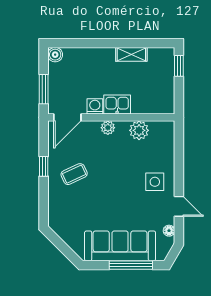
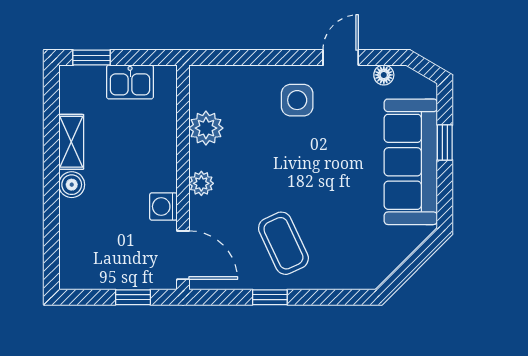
boiler: (55, 55) -> (72, 185), moved
window: (44, 89) -> (133, 297), width x0.67
kitchen sink: (117, 104) -> (130, 82), moved, turned -90
coffee table: (74, 174) -> (283, 243), width x1.36, depth x1.30
window: (131, 265) -> (445, 142), width x0.46

